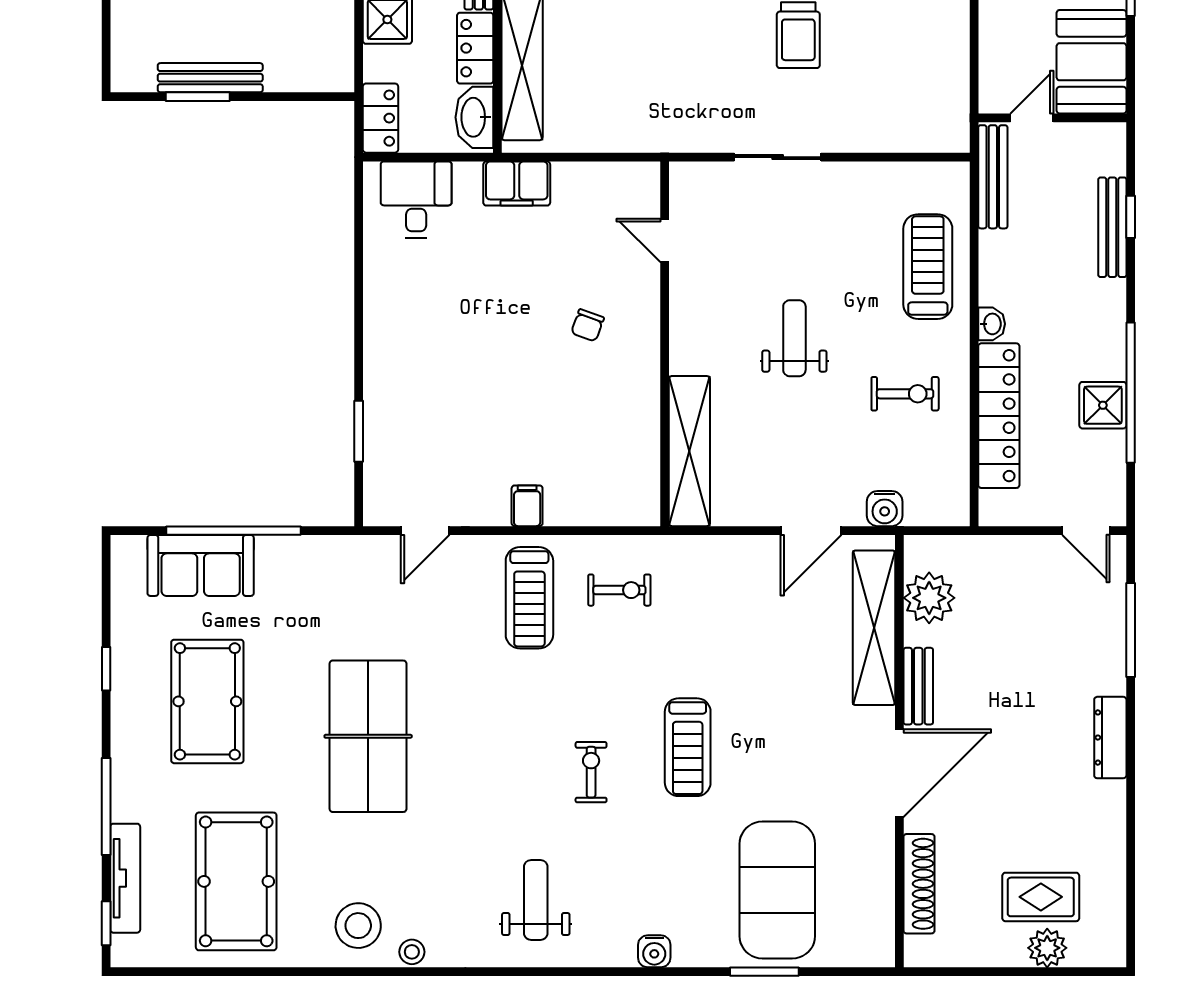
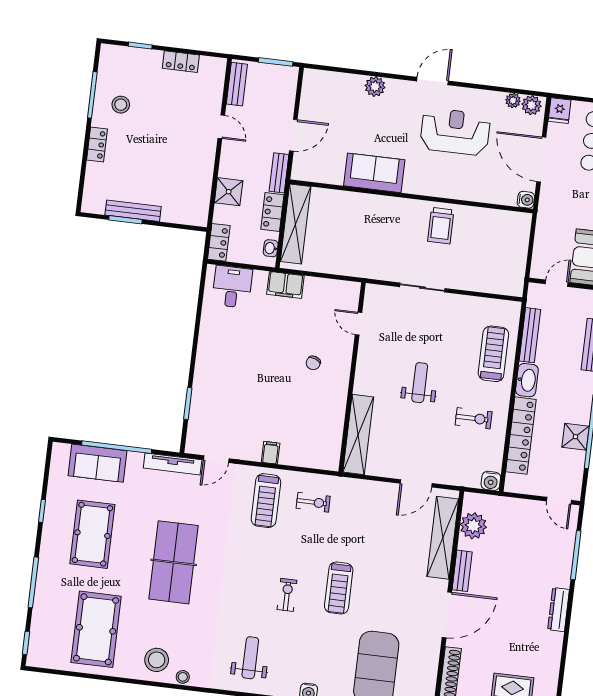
washbasin: (474, 117) -> (271, 248), width x0.52, depth x0.69
bench: (993, 177) -> (530, 335), moved
washbasin: (992, 324) -> (527, 380), width x1.91, depth x1.45
water cooler: (885, 509) -> (491, 481), moved
tv unit: (125, 878) -> (173, 464), moved, turned 90

